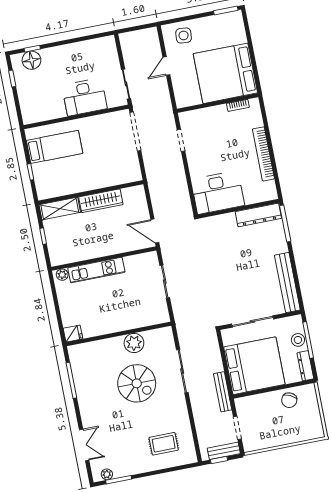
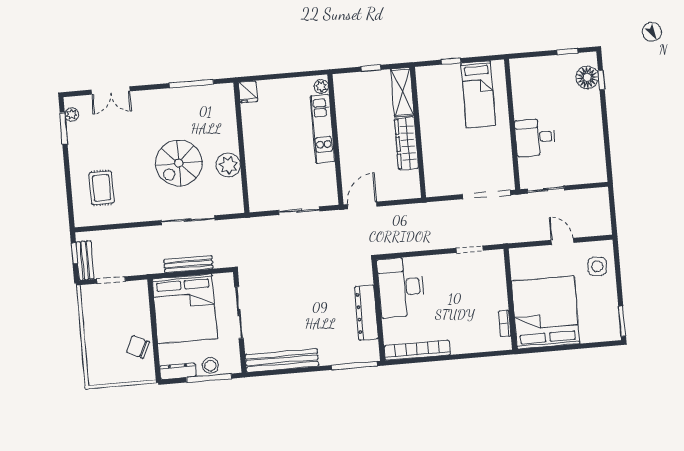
desk: (85, 97) -> (535, 137), width x0.73
bookcase: (263, 154) -> (417, 350), moved
dresser: (258, 215) -> (366, 313), moved
bench: (223, 392) -> (188, 264), moved

